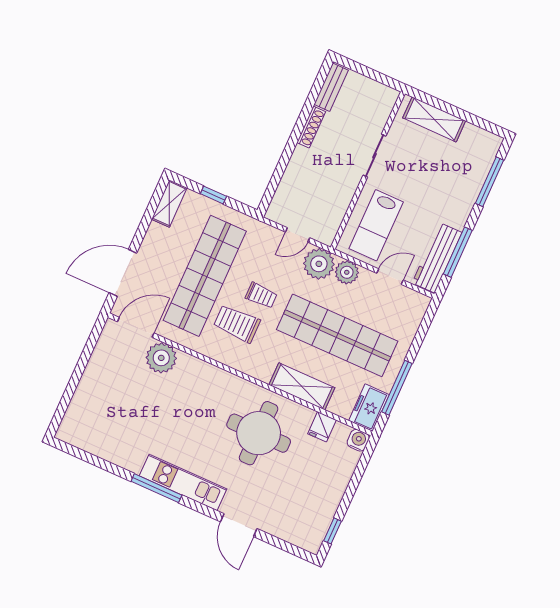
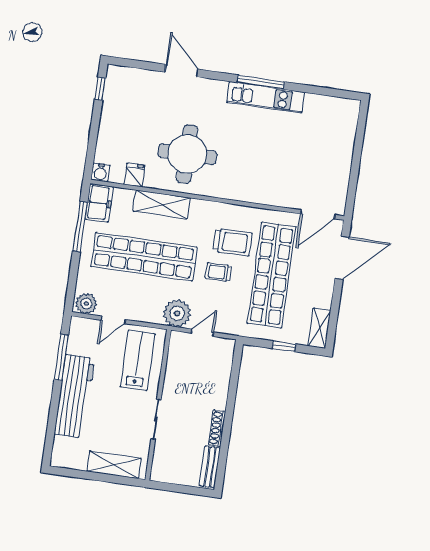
window: (489, 182) -> (52, 425), removed
workbench: (437, 258) -> (74, 396), moved, width x1.36, depth x1.32
plant: (347, 272) -> (86, 304), moved
plant: (161, 358) -> (289, 194), removed
kitchen unit: (183, 482) -> (266, 97), moved

